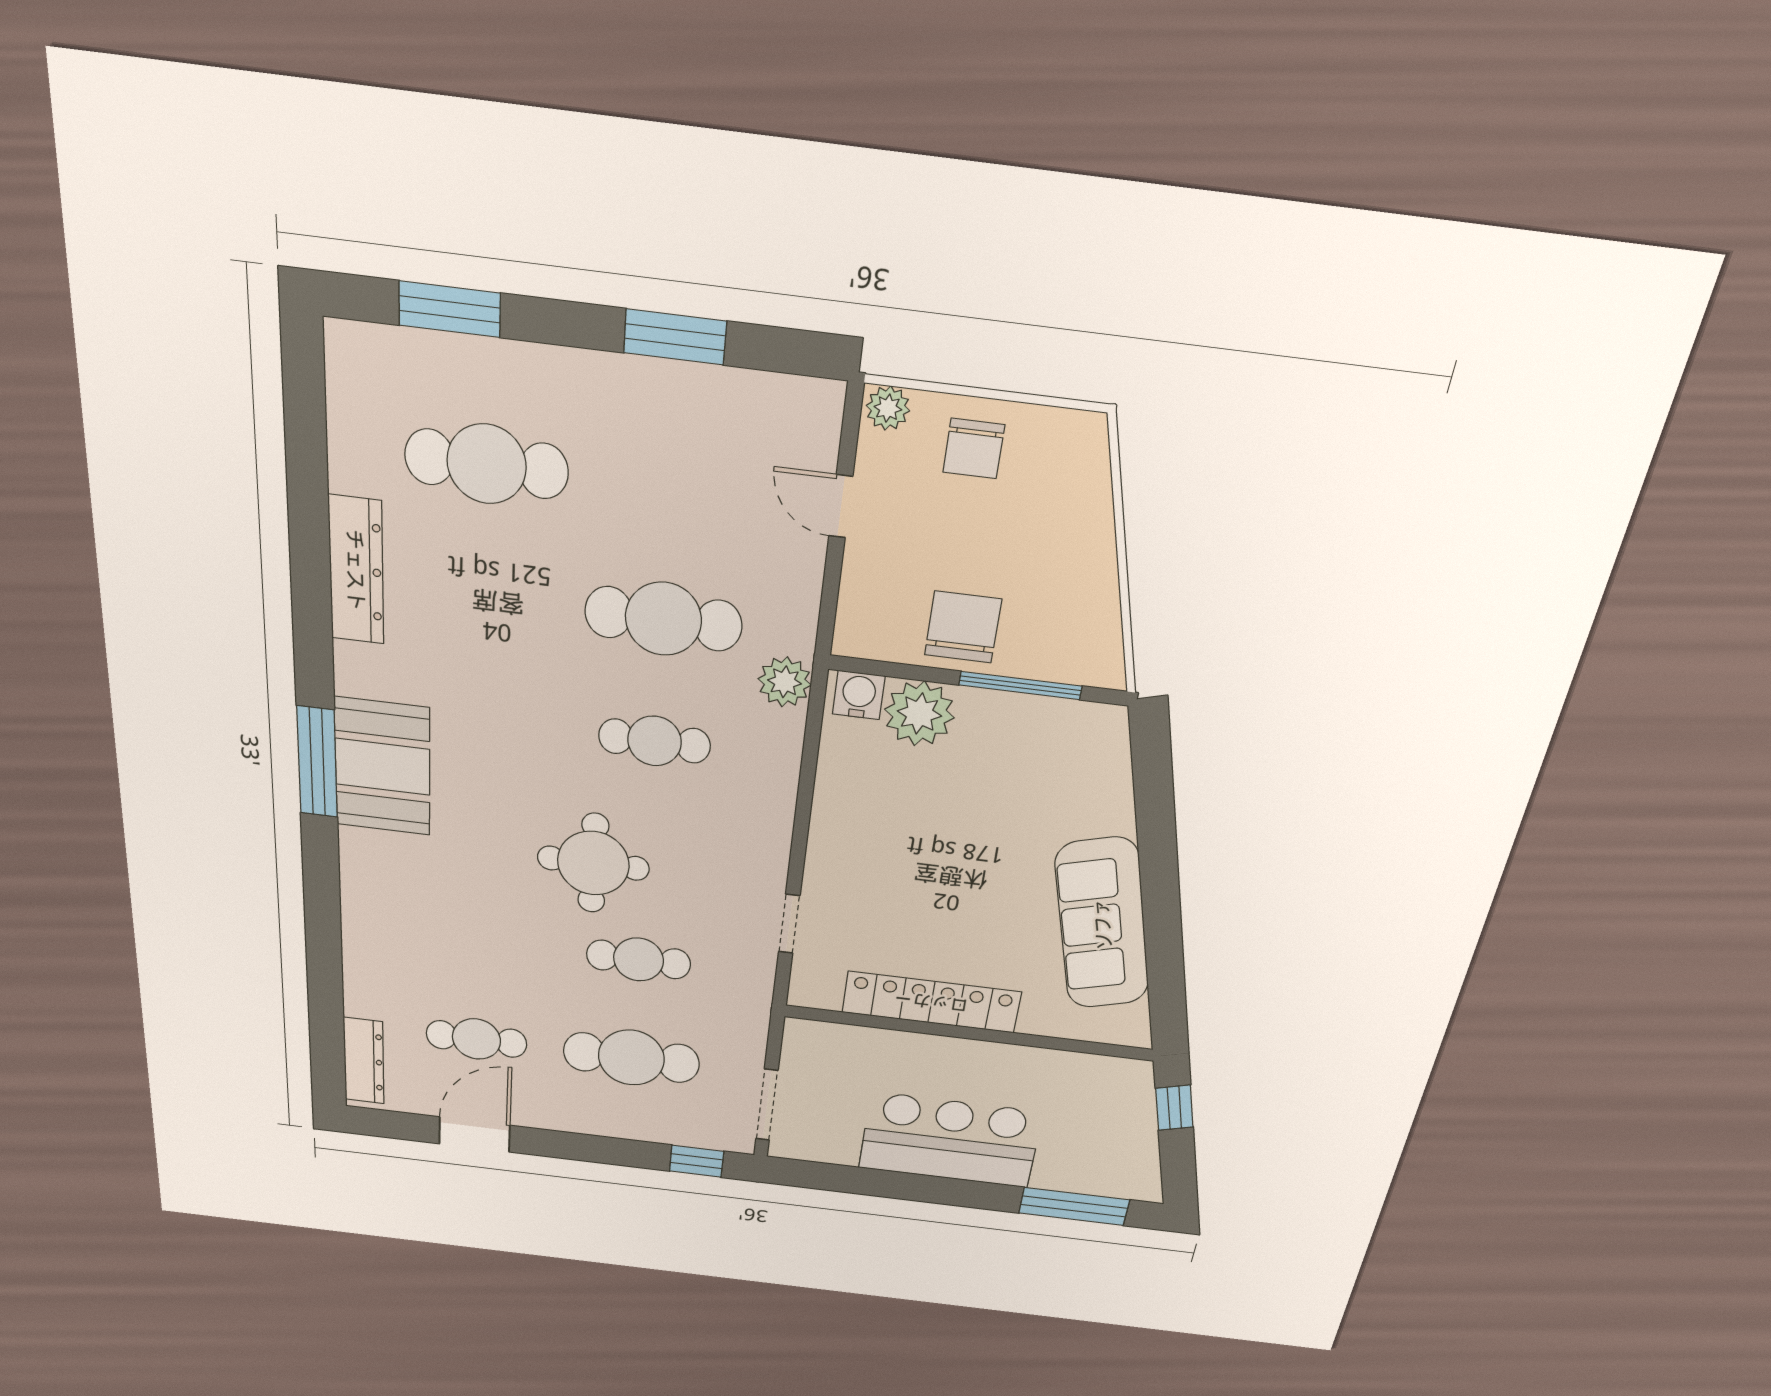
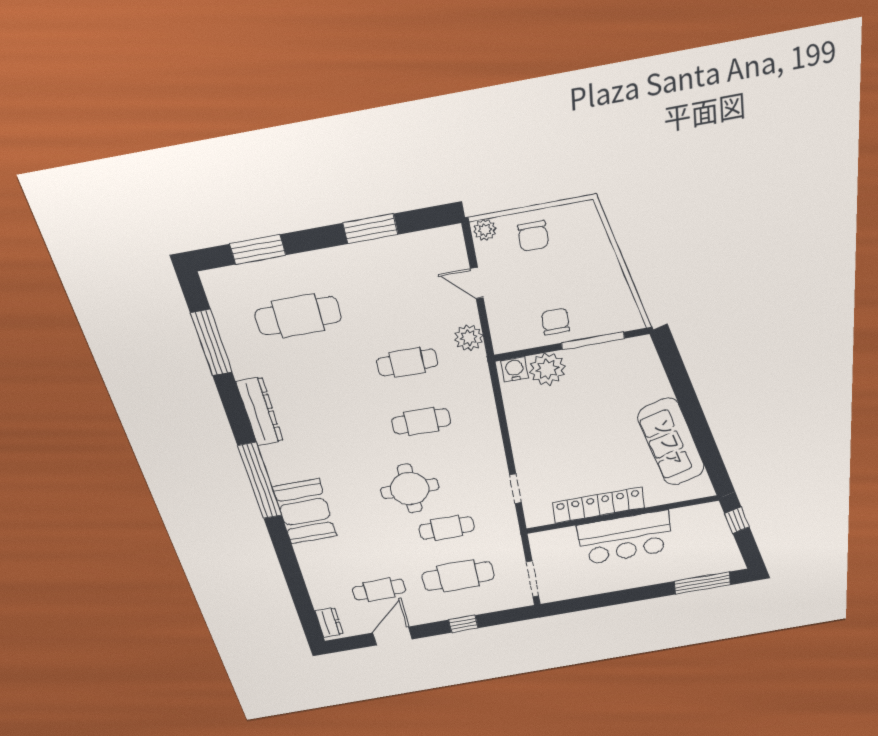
window: (307, 464) -> (211, 343), added
dresser: (356, 570) -> (260, 412), moved
cafe table: (663, 619) -> (407, 362), width x0.73, depth x0.74
chair: (963, 627) -> (555, 322), width x0.73, depth x0.73
plant: (785, 682) -> (469, 338), moved
window: (317, 762) -> (260, 481), width x1.46
booth: (383, 767) -> (305, 512), moved
dresser: (364, 1061) -> (329, 623), width x0.70
bar counter: (950, 1140) -> (625, 538), moved, turned 180
window: (697, 1161) -> (463, 624), moved

